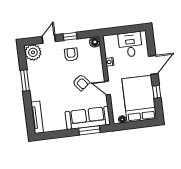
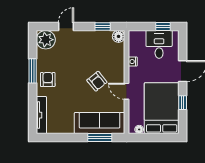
window: (132, 29) -> (163, 27), added
window: (70, 36) -> (103, 27), moved
armchair: (71, 55) -> (48, 80), moved

